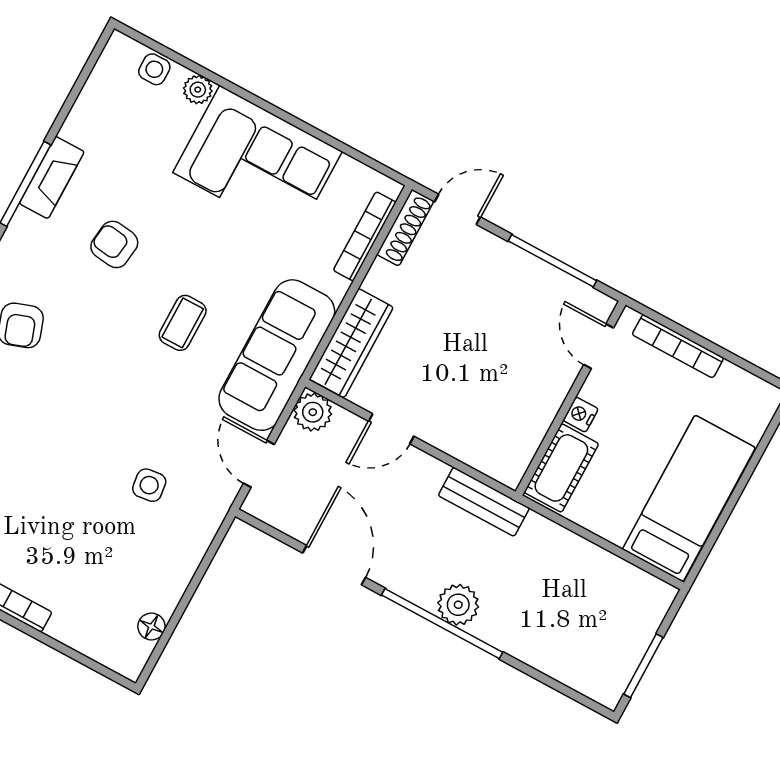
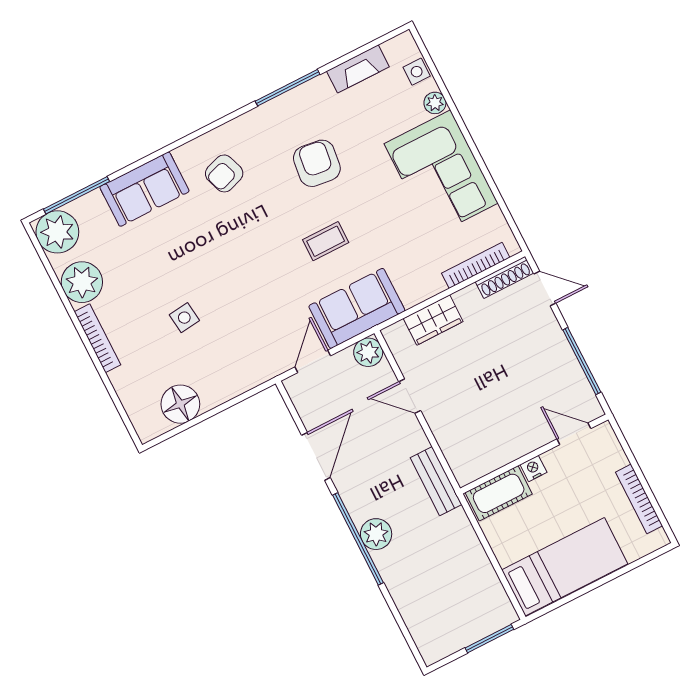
fireplace: (52, 178) -> (358, 69), moved
armchair: (114, 244) -> (317, 163), width x1.38, depth x1.38
wardrobe: (351, 343) -> (433, 320), width x0.67
door: (599, 346) -> (574, 434), hinge flipped
bookcase: (678, 346) -> (639, 499), moved
sofa: (277, 355) -> (357, 308), width x0.73
side table: (149, 485) -> (184, 318), moved
floor lamp: (151, 626) -> (180, 404), width x1.89, depth x1.89
window: (643, 666) -> (489, 639), moved

